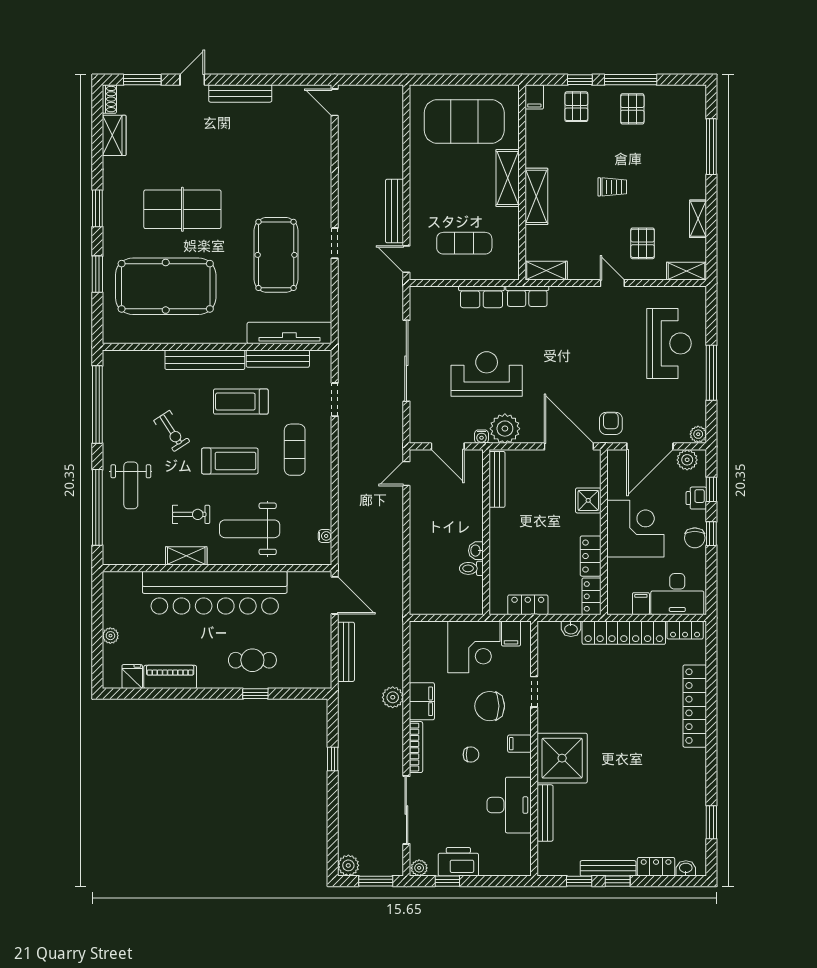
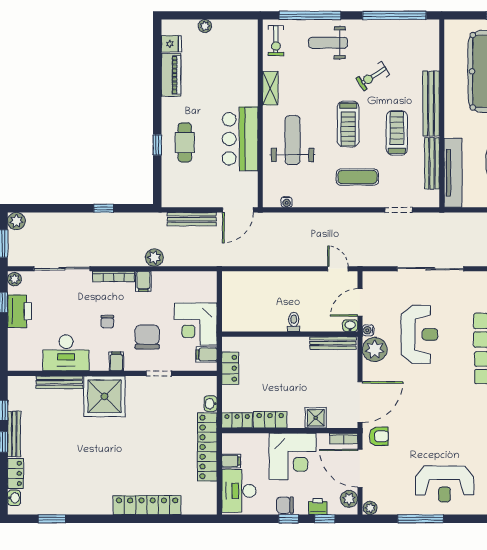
bookcase: (614, 466) -> (344, 439), added
exercise bike: (191, 514) -> (276, 41), moved
washbasin: (476, 551) -> (350, 326), moved
toilet: (471, 568) -> (294, 322), moved
bar counter: (215, 593) -> (240, 139), width x0.54
locker: (685, 630) -> (209, 497), removed
filing cabinet: (422, 701) -> (143, 281), width x0.50

